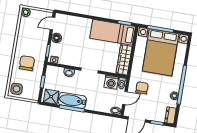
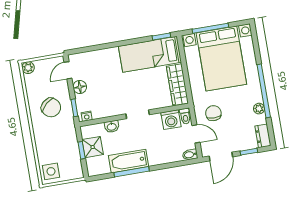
chair: (27, 63) -> (51, 107), moved, turned 138
shower: (51, 97) -> (93, 147), moved
door: (125, 98) -> (196, 134), hinge flipped

